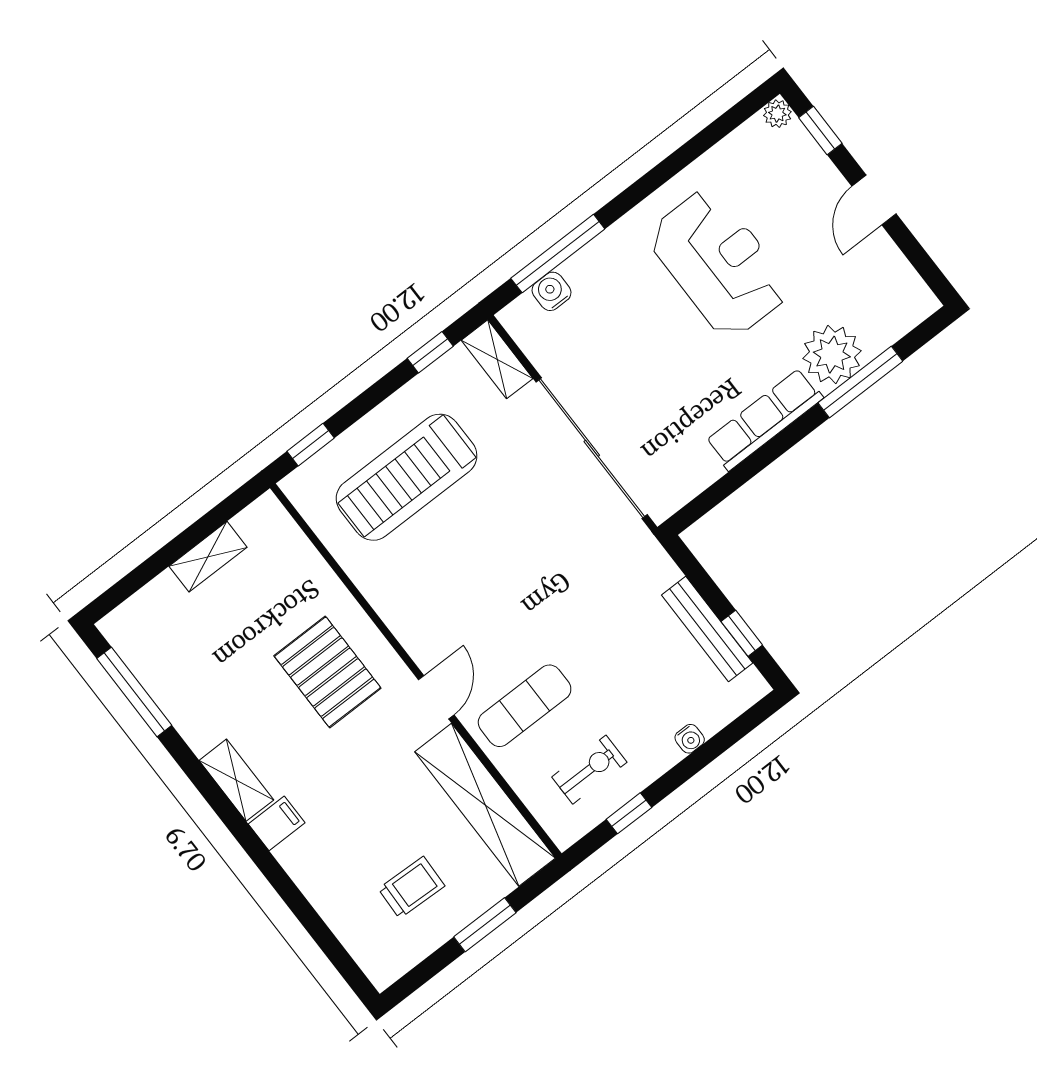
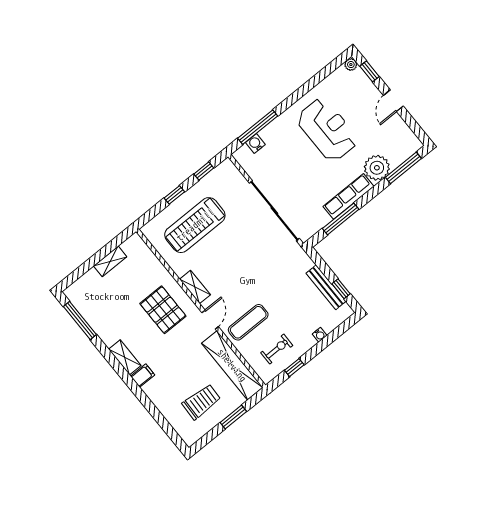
shelving: (497, 359) -> (195, 287), moved
window: (860, 382) -> (403, 168), moved
window: (311, 445) -> (174, 195), moved
window: (745, 471) -> (341, 219), added
trolley: (411, 887) -> (201, 402), width x1.36, depth x1.39

